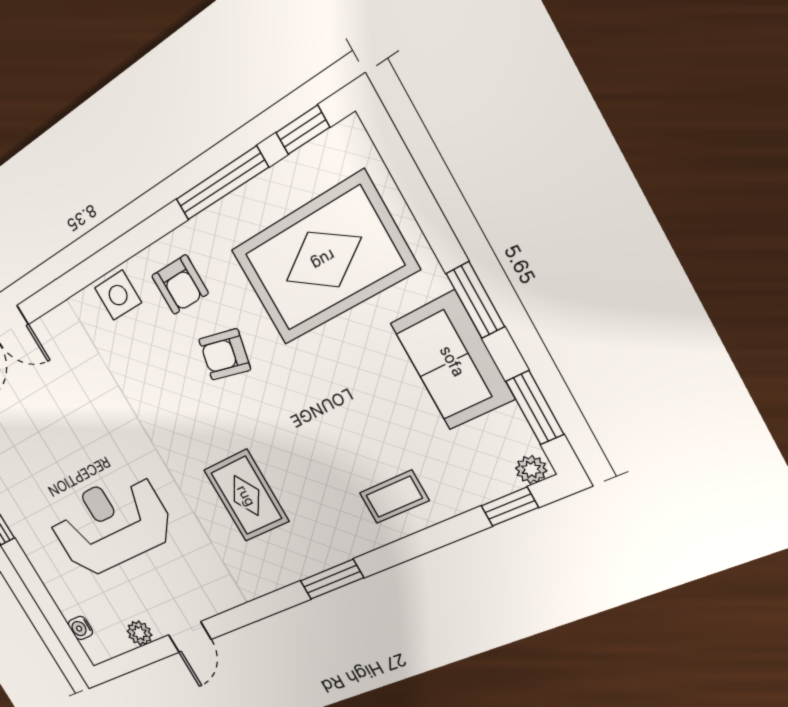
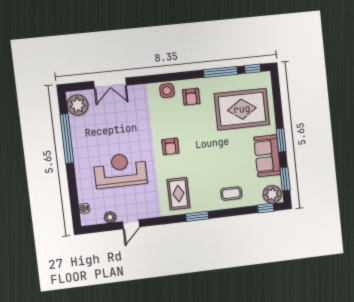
armchair: (225, 354) -> (170, 146), moved, turned -103
plant: (531, 469) -> (272, 194), width x1.87, depth x1.87
rug: (246, 496) -> (178, 194), moved

